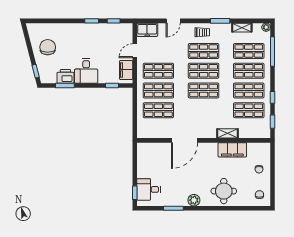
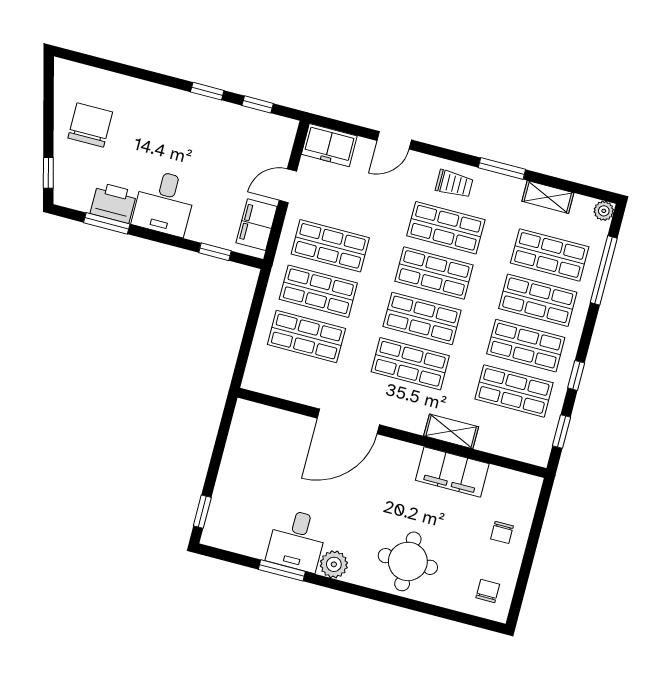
shop shelf: (204, 110) -> (410, 364), added
desk: (149, 189) -> (297, 540), moved, turned -90

